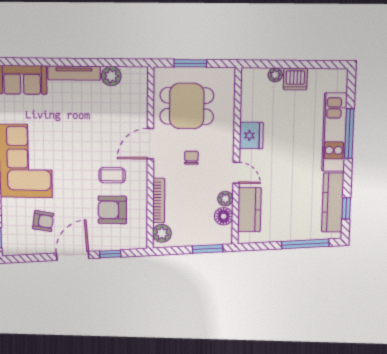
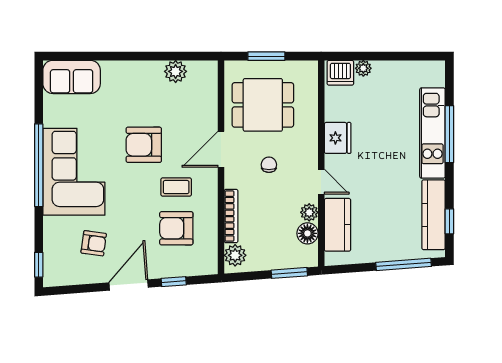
tv unit: (74, 73) -> (132, 69), removed
dishwasher: (295, 79) -> (340, 73), moved
armchair: (84, 139) -> (144, 145), added

